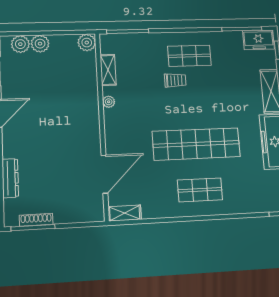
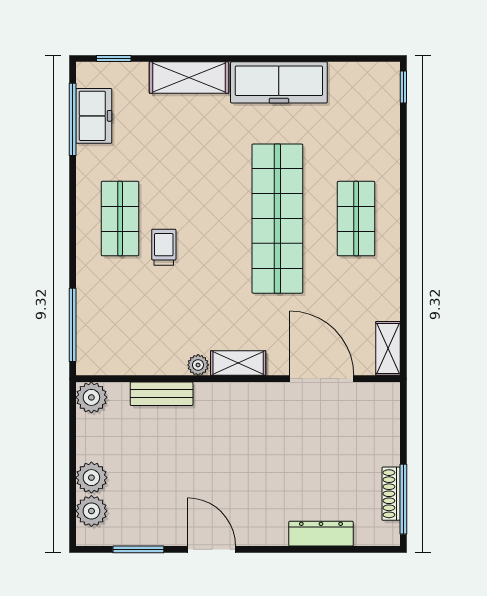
freezer: (258, 40) -> (94, 116), moved
shelving: (108, 70) -> (238, 363), moved
bench: (91, 82) -> (162, 394), added

